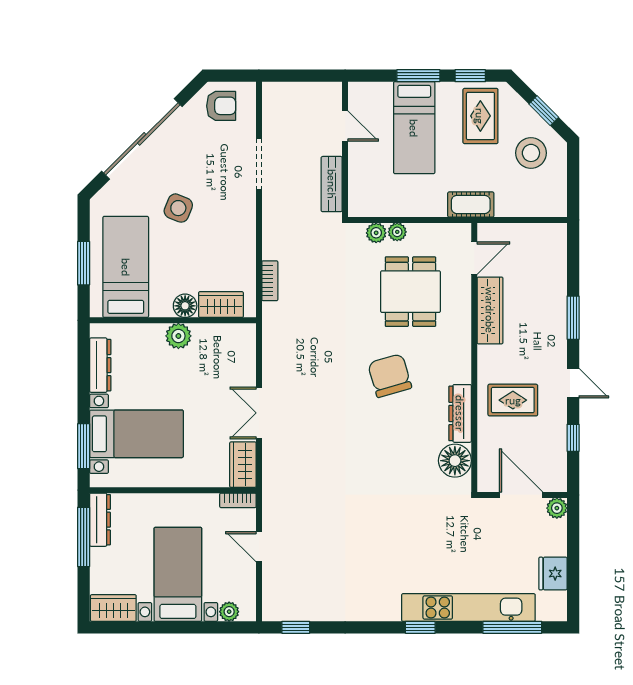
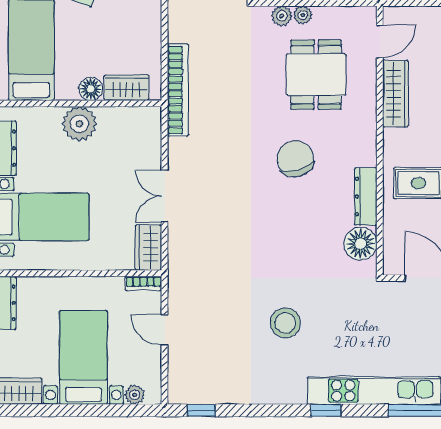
bookcase: (270, 281) -> (178, 90), width x2.31, depth x1.31
plant: (178, 336) -> (79, 124), width x1.36, depth x1.36
stool: (380, 540) -> (285, 323), added

